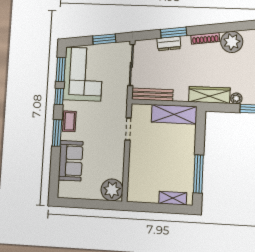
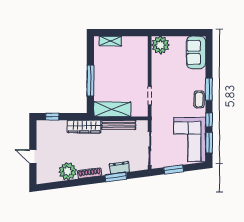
bench: (152, 94) -> (119, 125), moved
plant: (236, 98) -> (62, 125), removed
sofa: (71, 161) -> (196, 52), moved
window: (198, 174) -> (90, 81), moved

